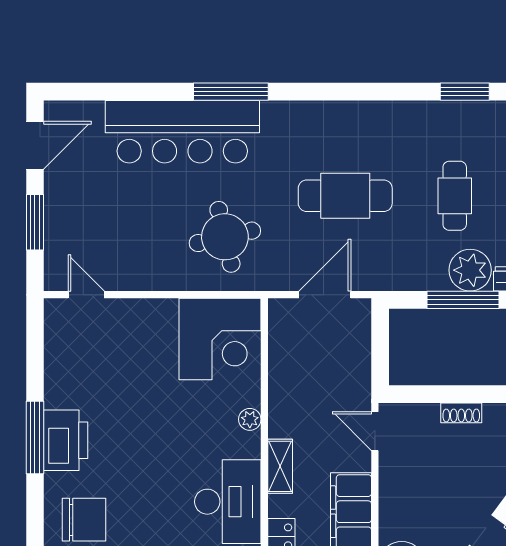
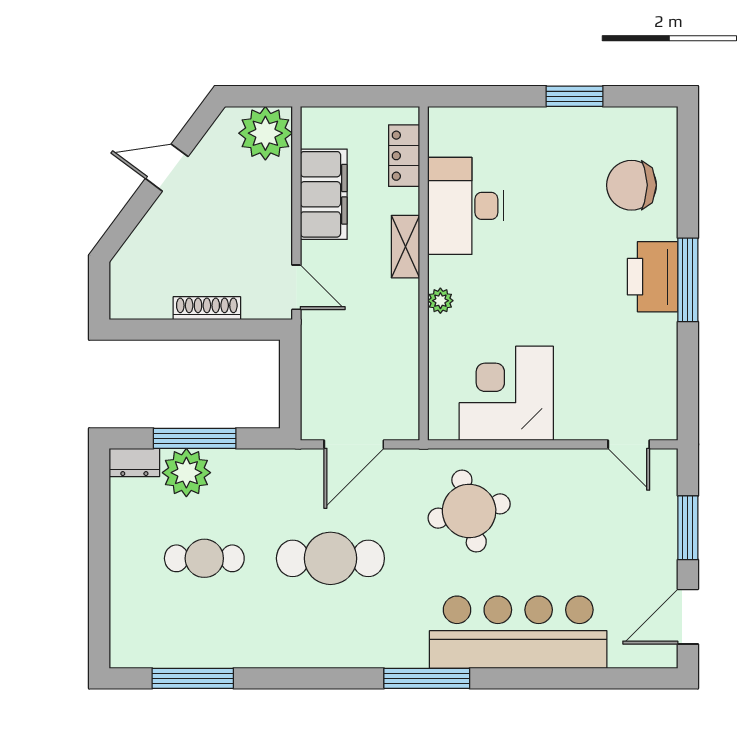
window: (231, 92) -> (427, 678), moved
window: (465, 92) -> (193, 678), width x1.44
cafe table: (455, 196) -> (204, 558), turned 90
corner desk: (220, 339) -> (506, 393), moved
shoe rack: (461, 413) -> (207, 308), width x1.43

